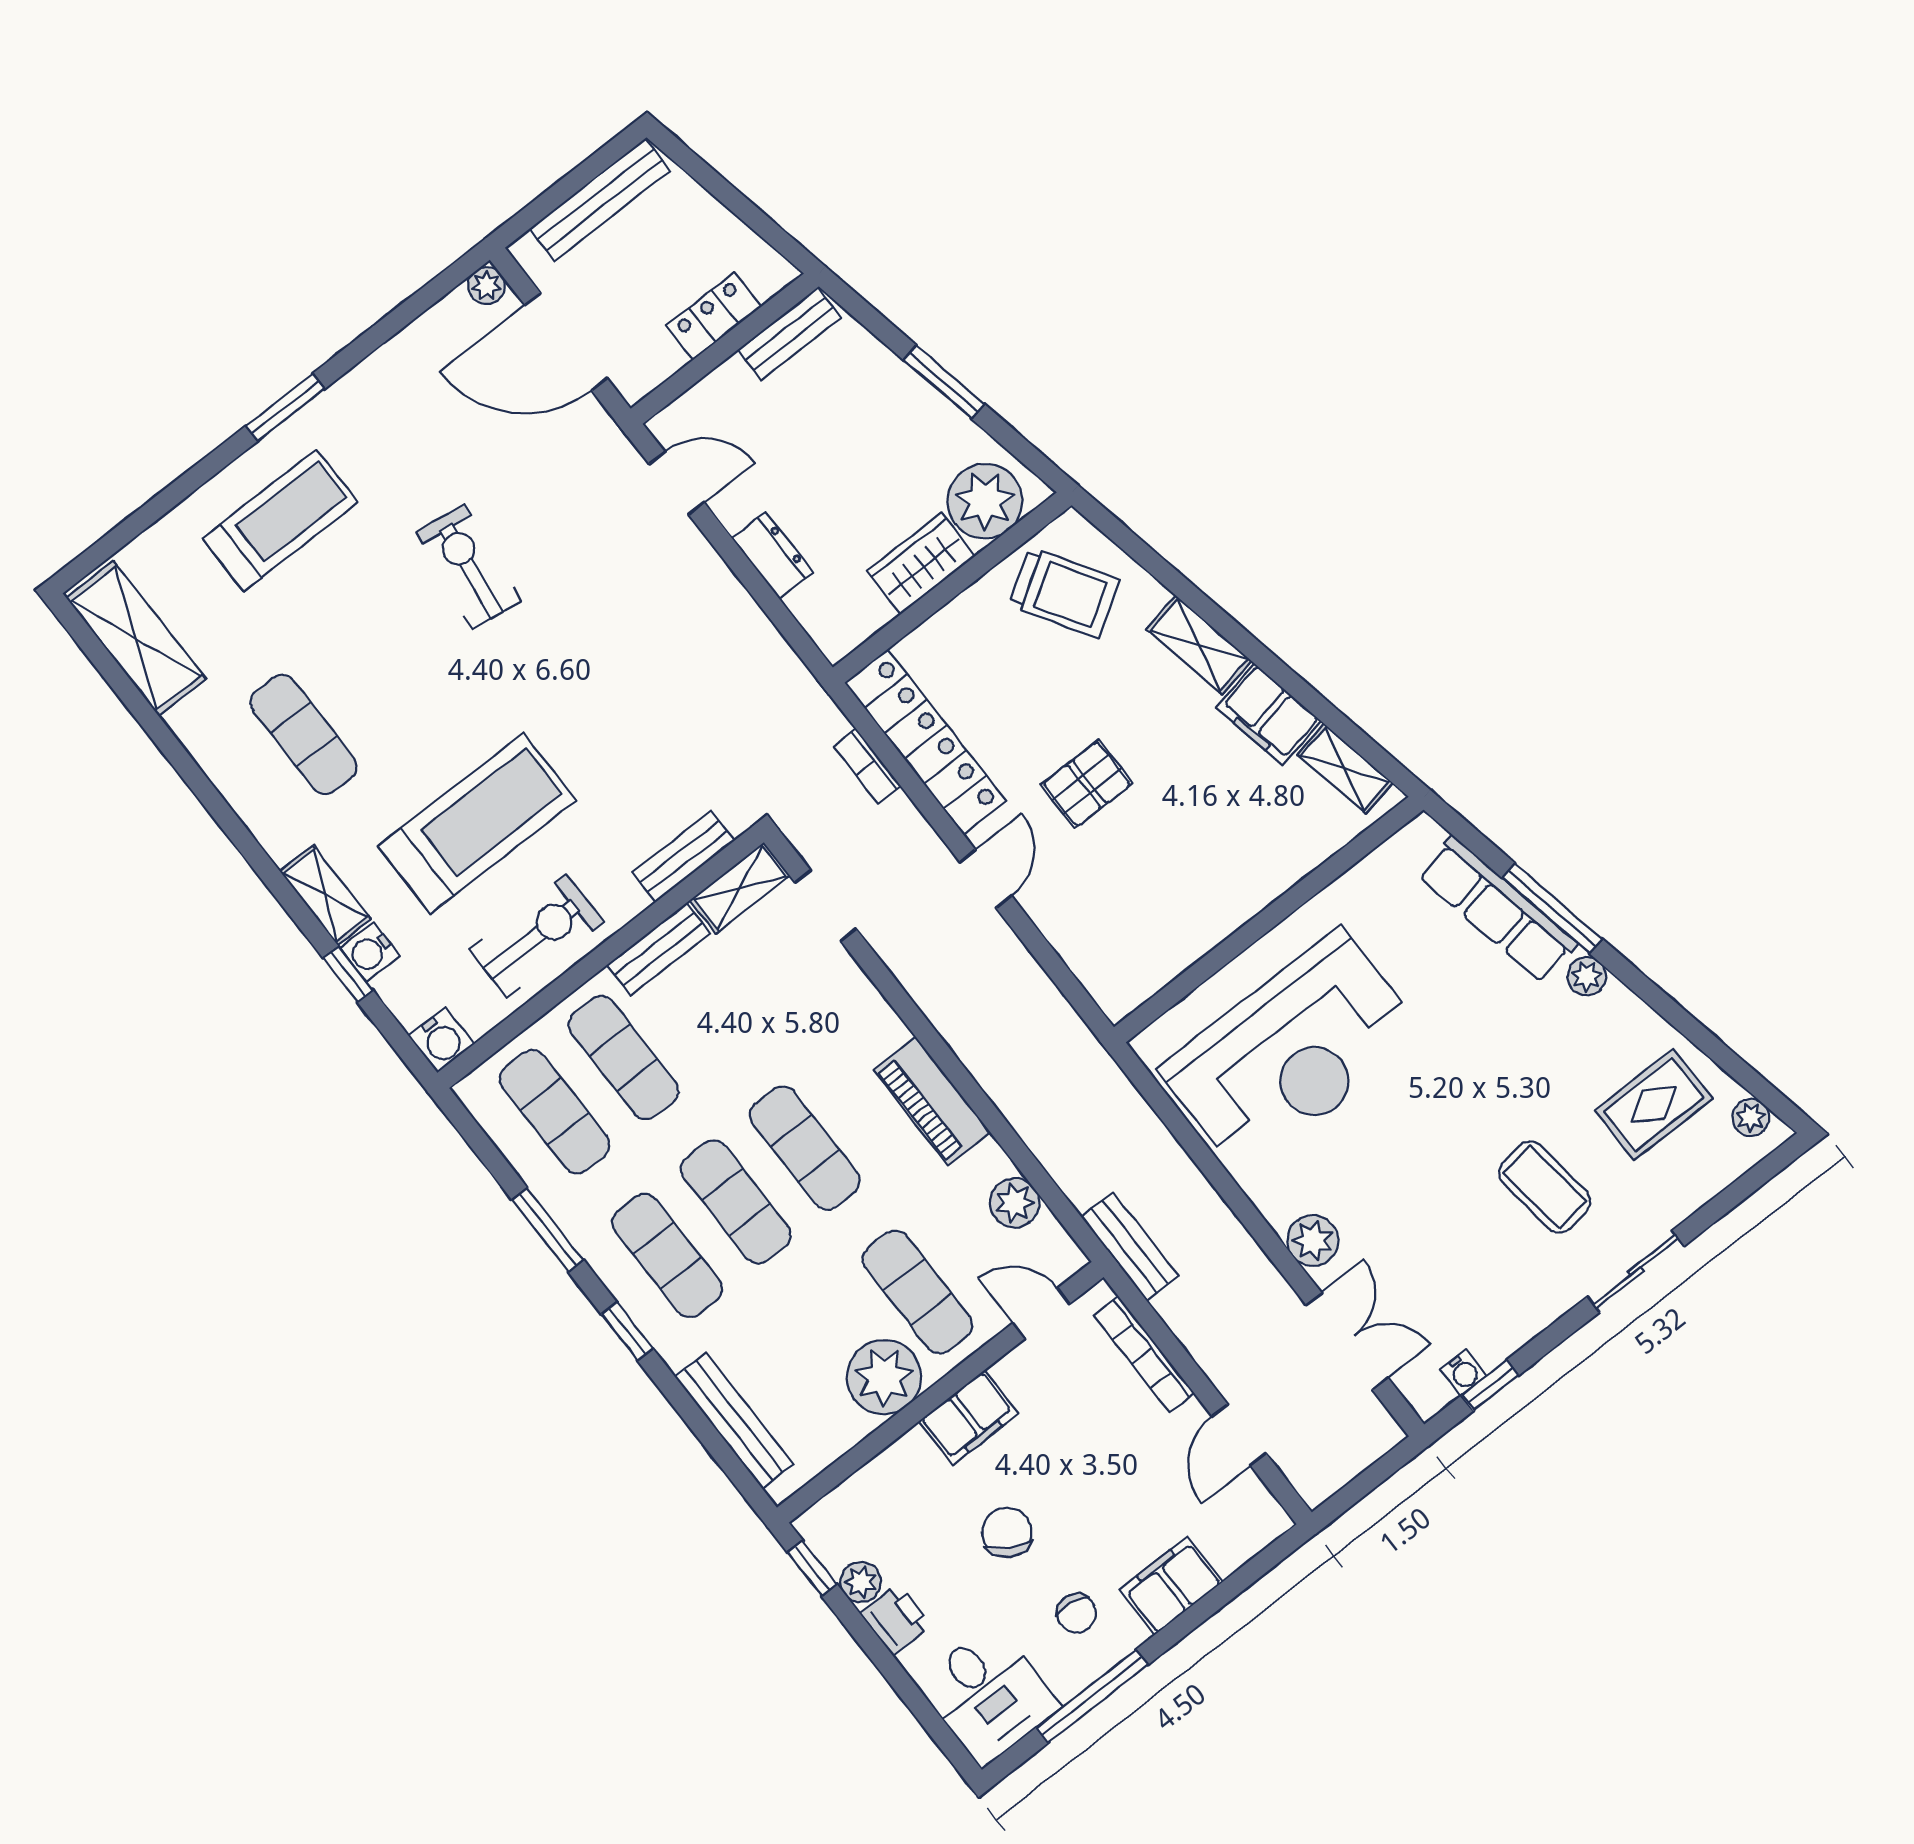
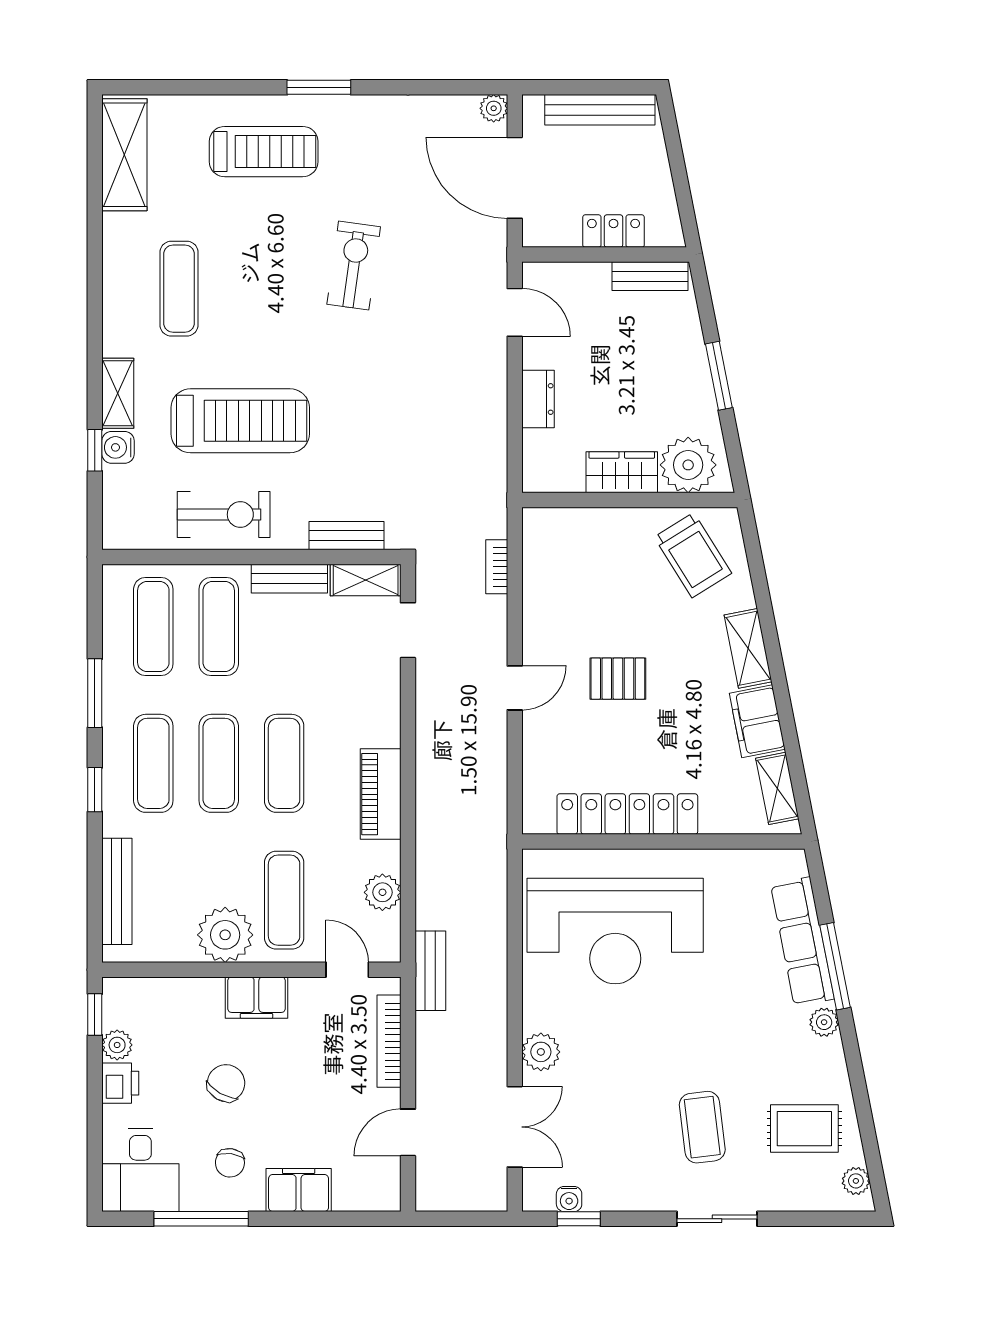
locker: (925, 742) -> (627, 814), moved, turned -90
water cooler: (441, 1040) -> (120, 532), removed

